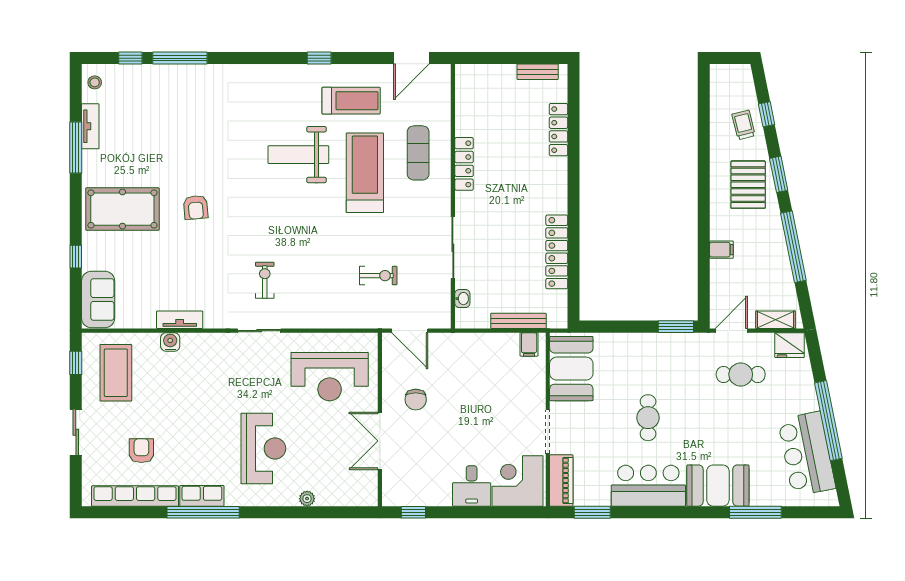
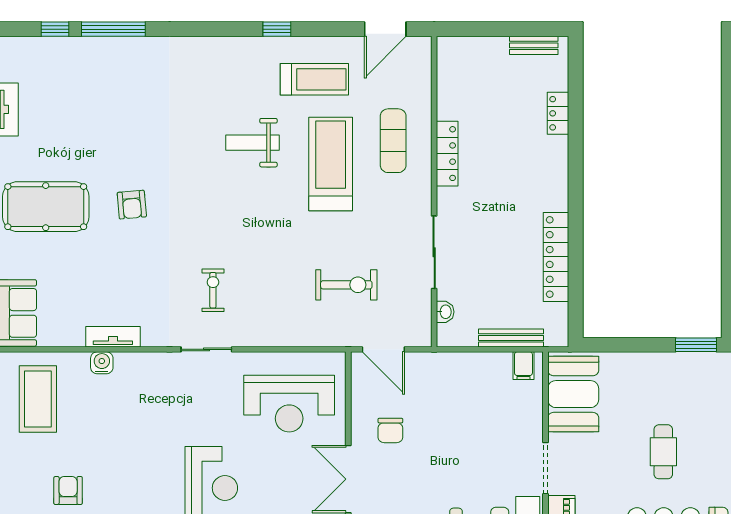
stool: (95, 82) -> (13, 58), removed
locker: (558, 130) -> (558, 113), width x0.66
weight bench: (298, 155) -> (252, 143), width x0.73, depth x0.75
exercise bike: (378, 276) -> (346, 285), width x1.38, depth x1.39

